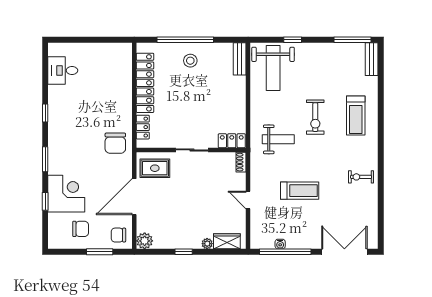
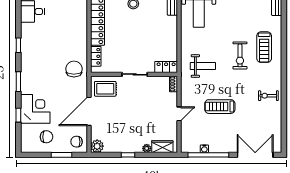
exercise bike: (315, 117) -> (240, 55), moved
chair: (115, 143) -> (74, 69), turned 180
treadmill: (300, 191) -> (220, 107), turned 180
door: (248, 200) -> (179, 114), swing flipped

